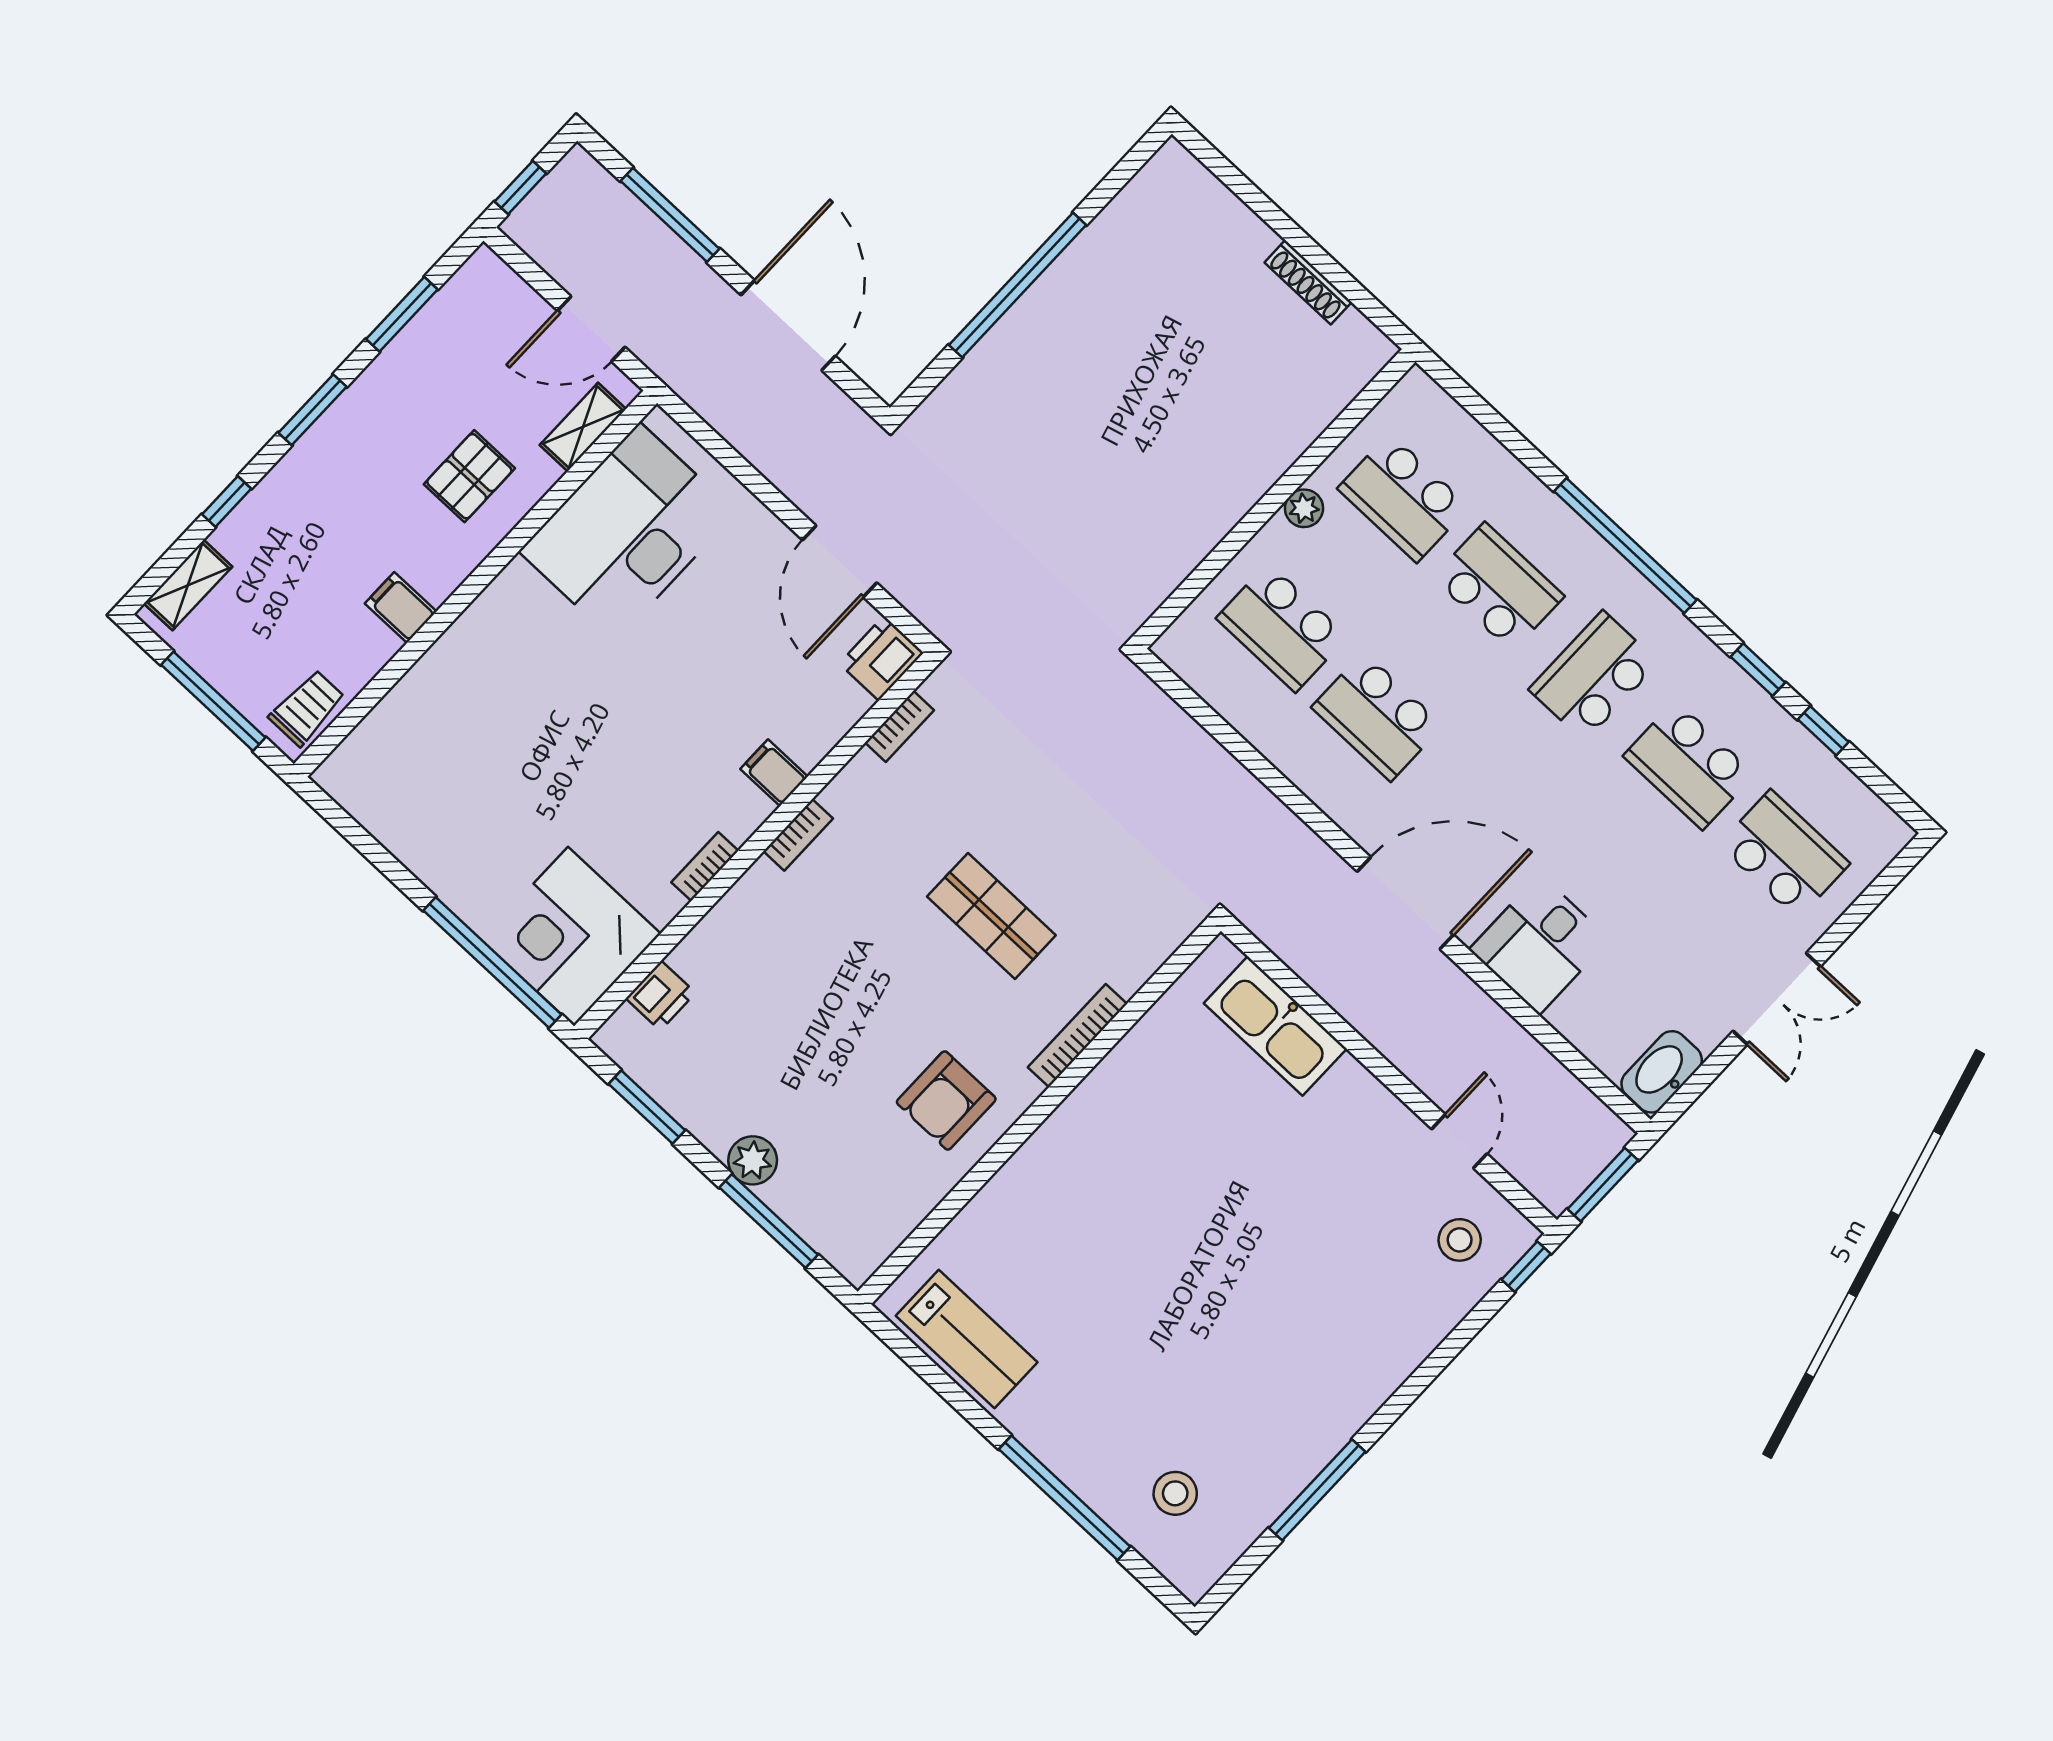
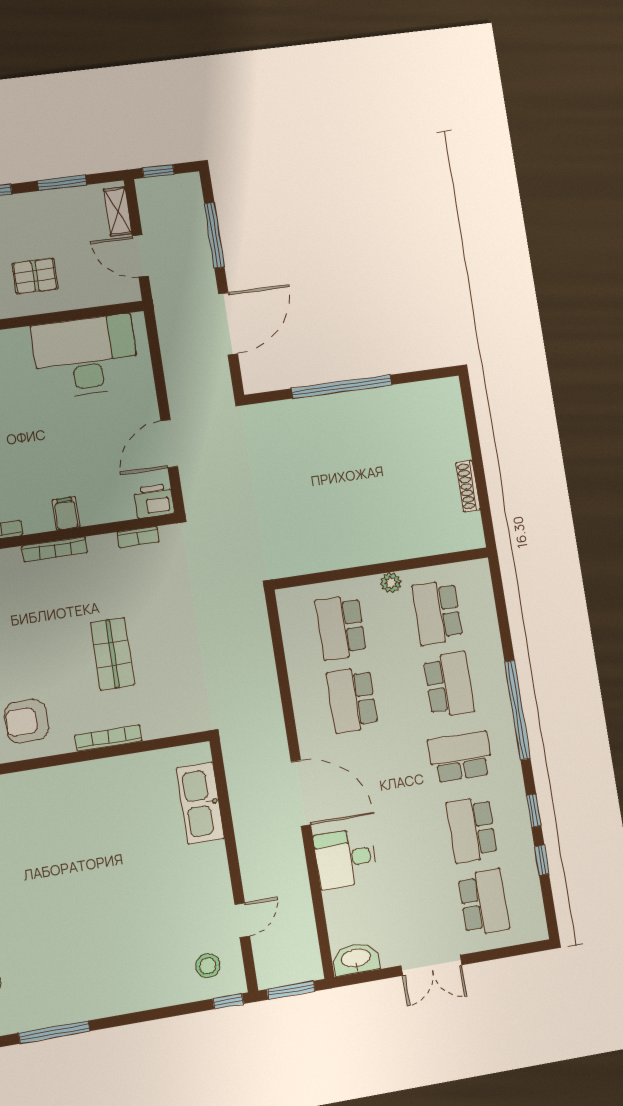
shelving: (583, 427) -> (118, 211), moved, turned 90
bookcase: (798, 835) -> (55, 549), width x1.56

